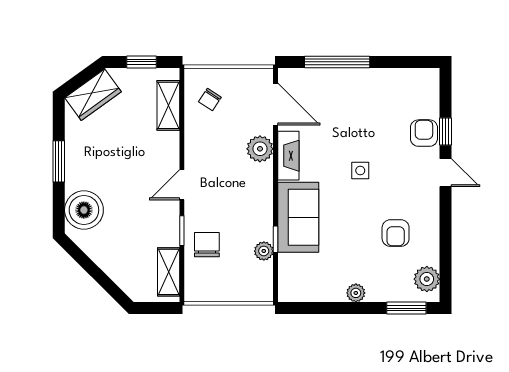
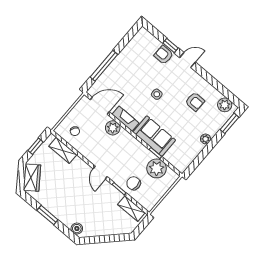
boiler: (84, 210) -> (77, 229), width x0.54, depth x0.54
plant: (264, 251) -> (157, 168), width x1.88, depth x1.88

